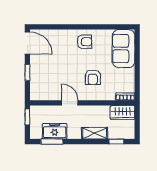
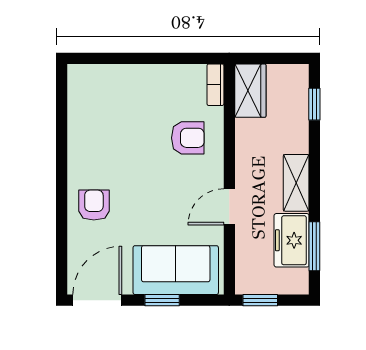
armchair: (85, 42) -> (94, 205), moved
sofa: (124, 49) -> (176, 270), moved, turned 180
armchair: (93, 77) -> (188, 138), moved
shelving: (95, 133) -> (296, 183), moved

